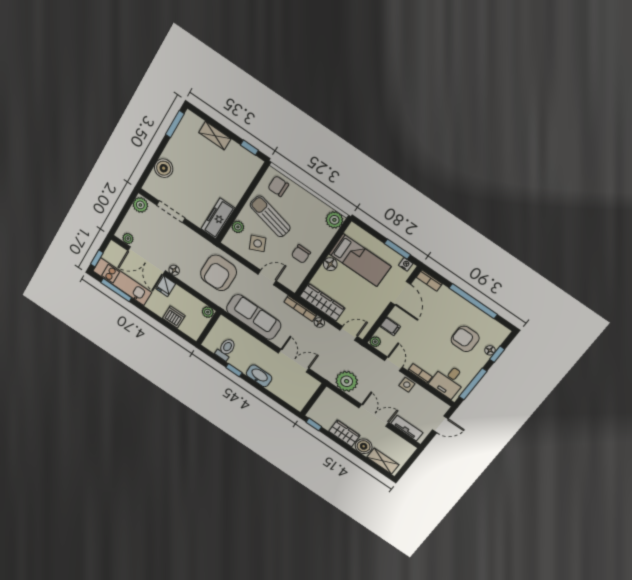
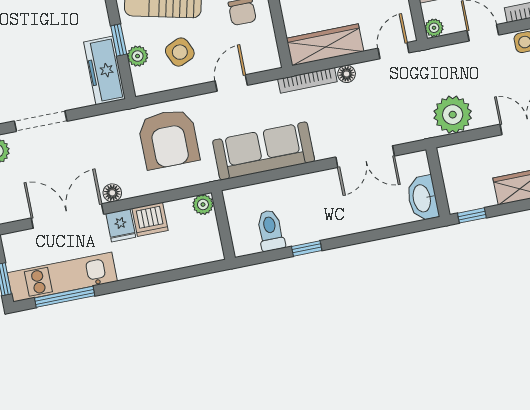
window: (236, 212) -> (119, 40), added
plant: (128, 239) -> (19, 211), removed
double door: (147, 261) -> (67, 216), swing flipped
dishwasher: (174, 317) -> (150, 219), moved, turned 180
double door: (294, 361) -> (365, 157), swing flipped
washbasin: (259, 376) -> (423, 198), moved, turned -90

